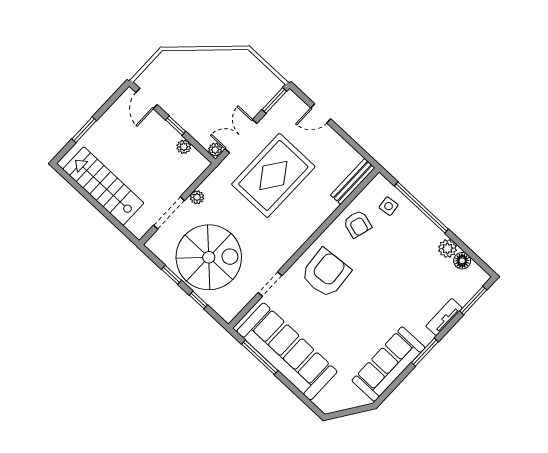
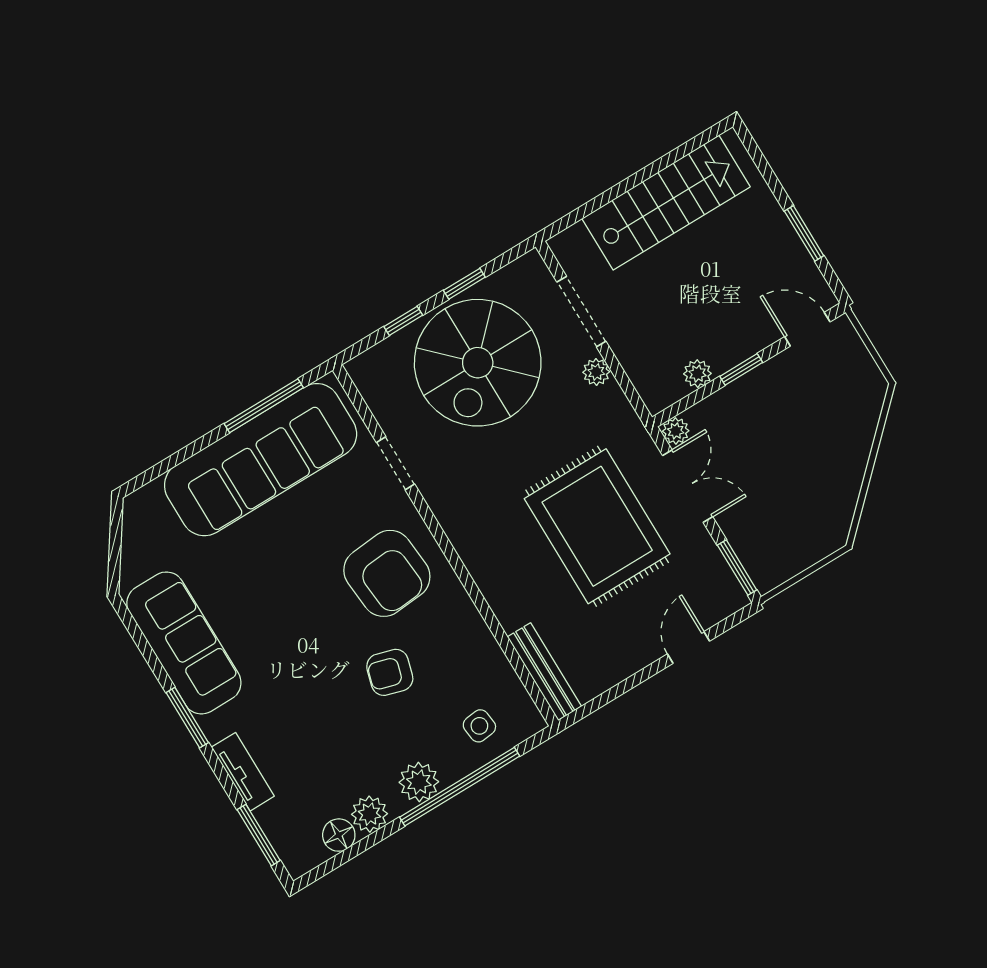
window: (84, 130) -> (804, 233), moved
armchair: (357, 224) -> (390, 672), moved
plant: (425, 228) -> (419, 782), added

